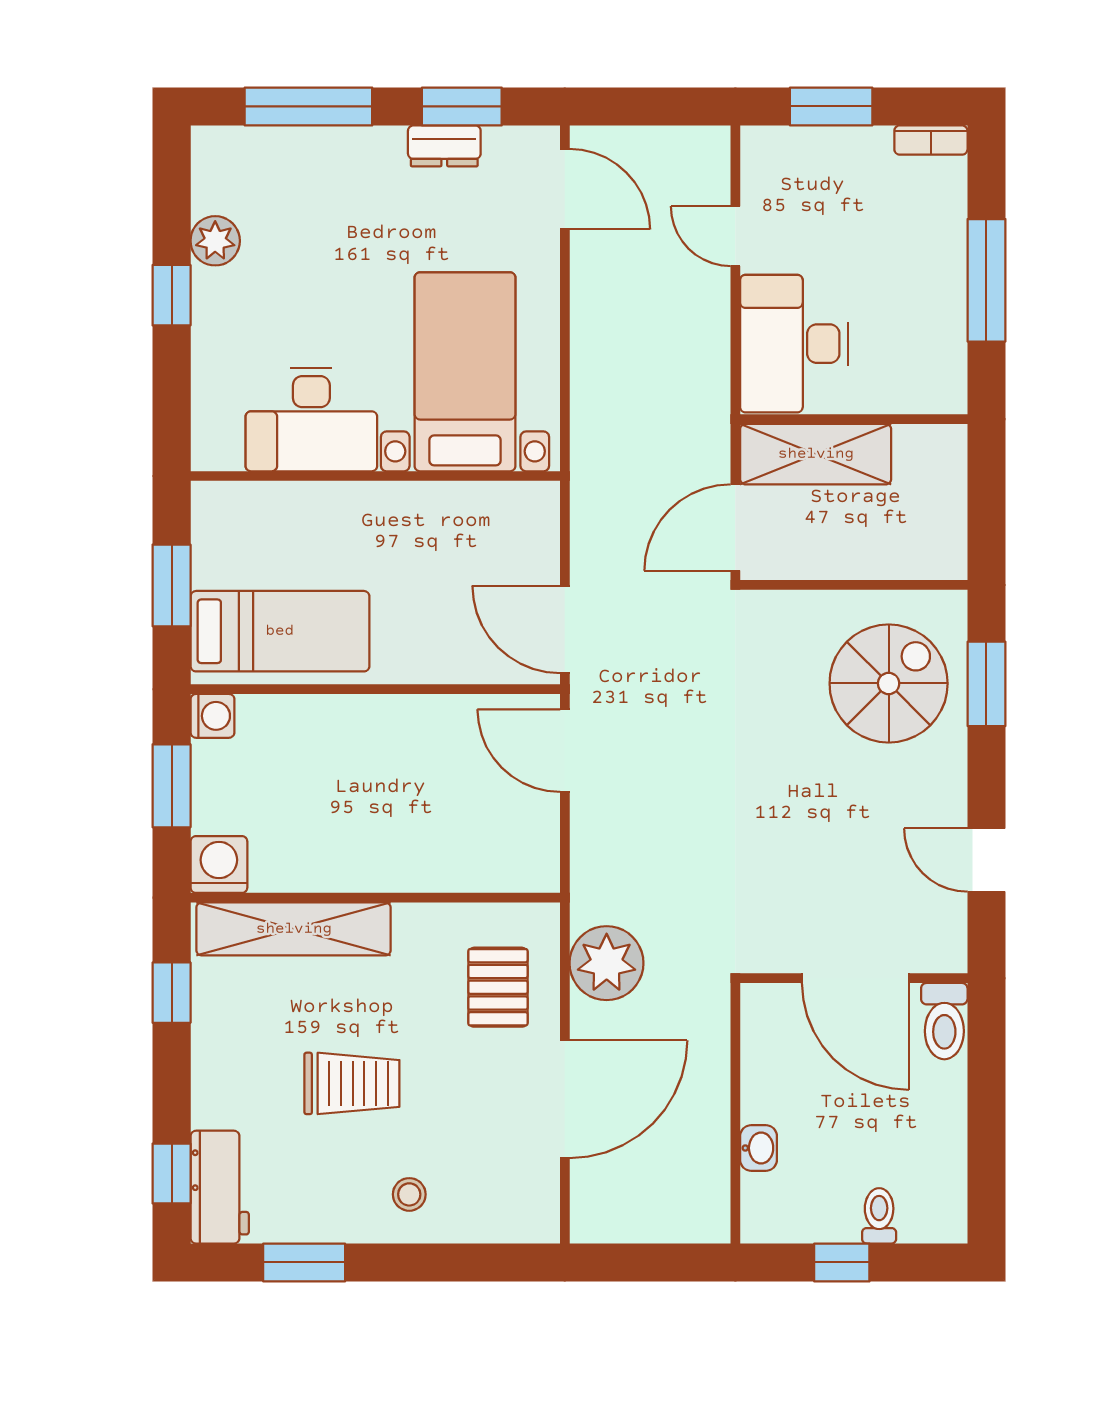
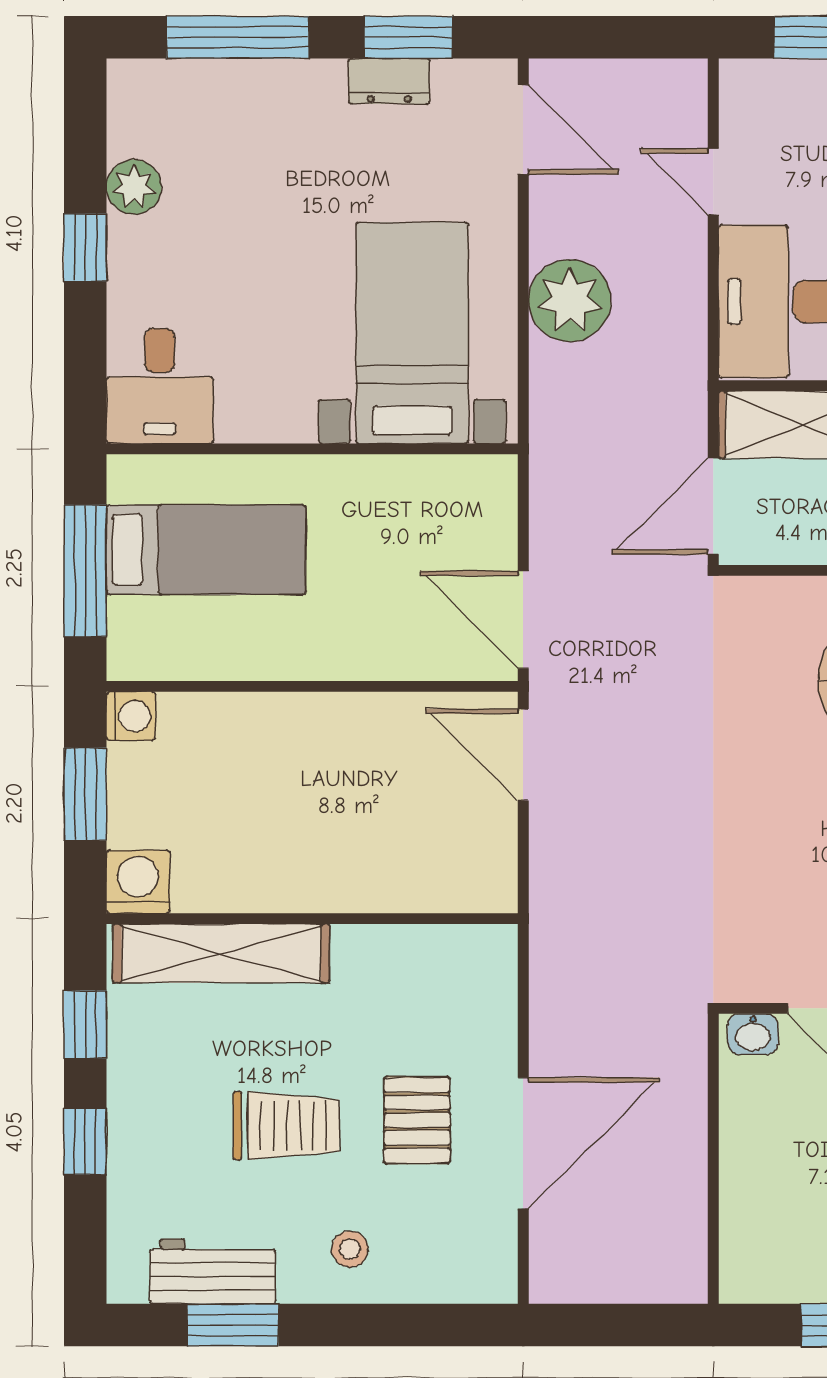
desk: (311, 420) -> (160, 386), moved, width x0.73
window: (172, 585) -> (85, 571), width x1.44
bed: (280, 631) -> (206, 550), moved
plant: (607, 963) -> (570, 301), moved
pallet: (498, 987) -> (417, 1120), moved
washbasin: (759, 1148) -> (753, 1034), moved, turned 90
window: (172, 1173) -> (85, 1141), moved
workbench: (220, 1187) -> (213, 1271), moved, turned -90

